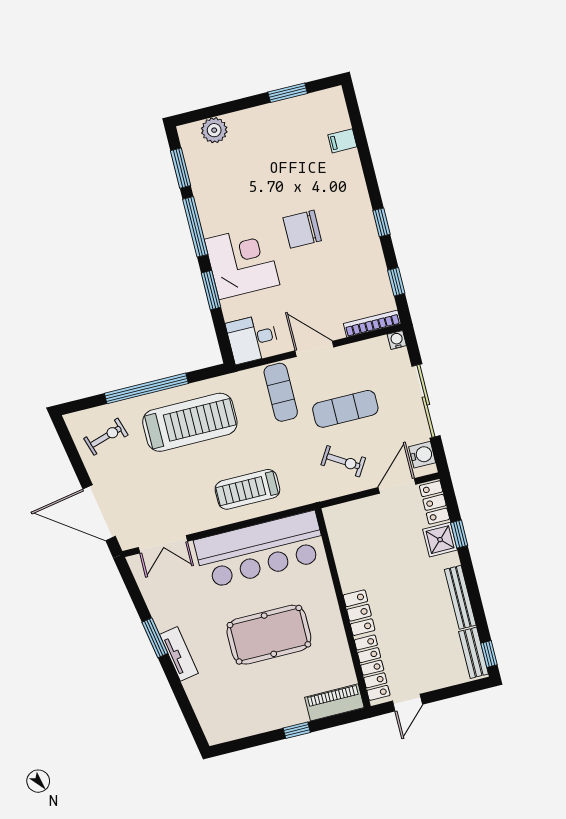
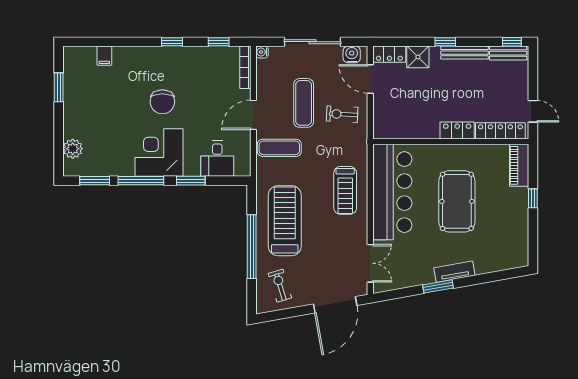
corner desk: (242, 262) -> (159, 152), moved
desk: (253, 339) -> (217, 159), moved
exercise bike: (343, 461) -> (342, 114), turned -119
window: (459, 534) -> (445, 42), moved

